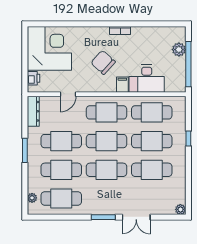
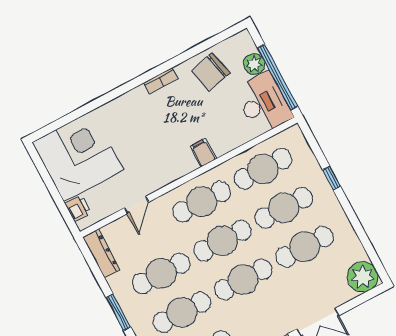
chair: (103, 62) -> (211, 72), moved, turned -55
desk: (147, 79) -> (263, 103), moved, turned -90
plant: (180, 209) -> (363, 277), width x1.87, depth x1.87

